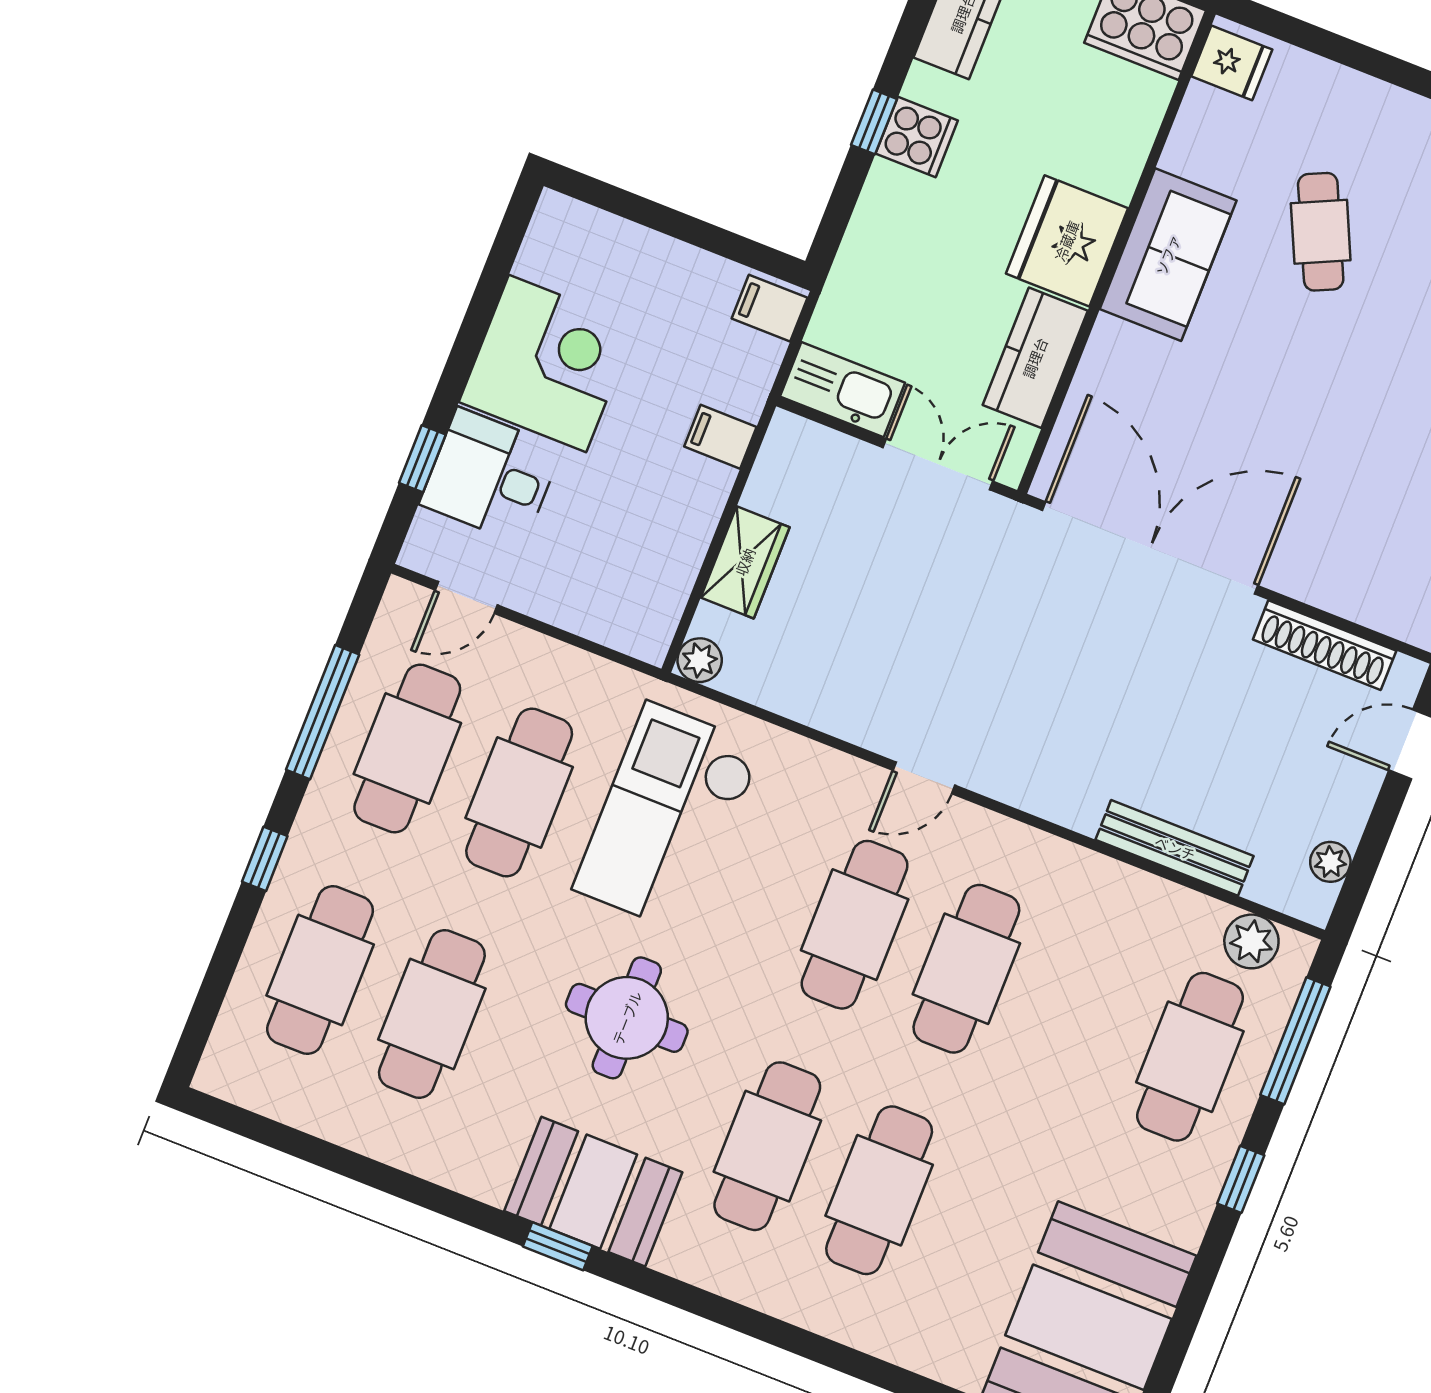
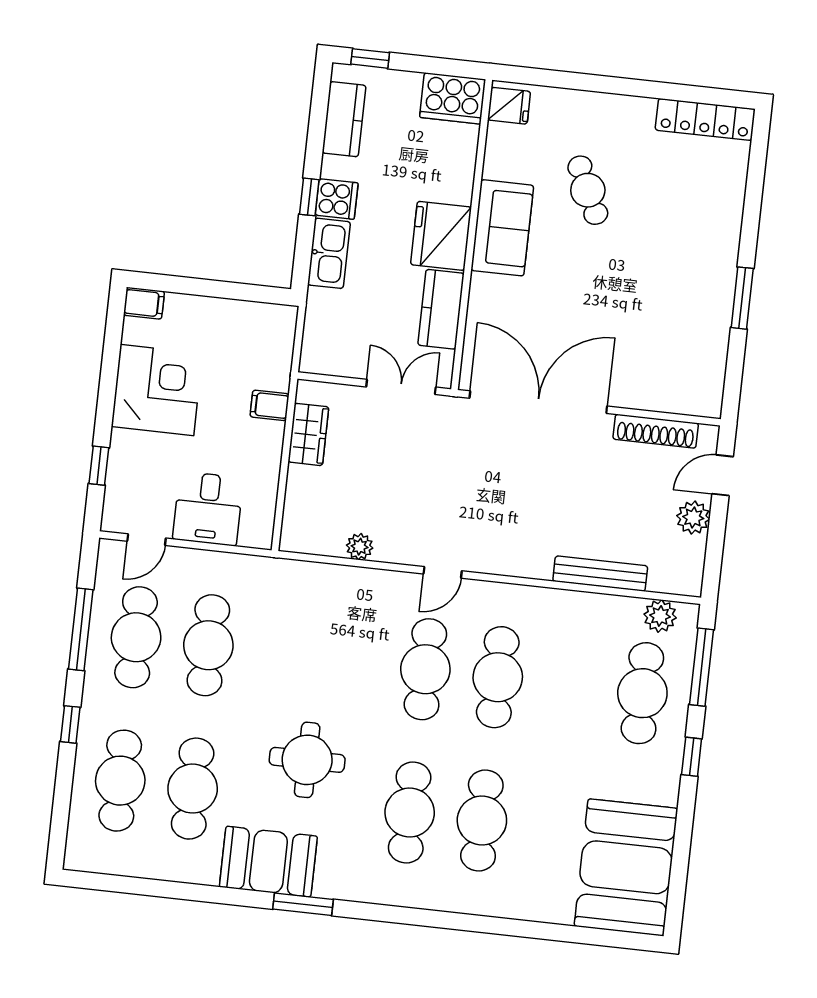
filing cabinet: (770, 308) -> (144, 303), moved, turned 180
kitchen sink: (842, 390) -> (329, 253), moved, turned 90
desk: (491, 476) -> (208, 509), moved, turned -90
wardrobe: (745, 562) -> (308, 434), moved
plant: (700, 660) -> (360, 547), moved
checkout: (668, 818) -> (299, 636), removed
plant: (1330, 862) -> (693, 518), moved, width x1.38, depth x1.38
booth: (593, 1192) -> (268, 862), moved
window: (558, 1246) -> (303, 904), width x1.50

